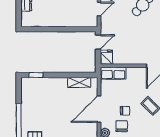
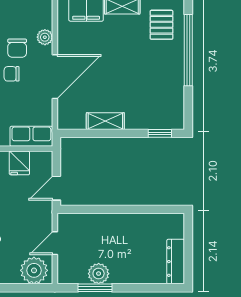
fridge: (106, 57) -> (19, 163), moved
shelving: (79, 82) -> (105, 121), moved

